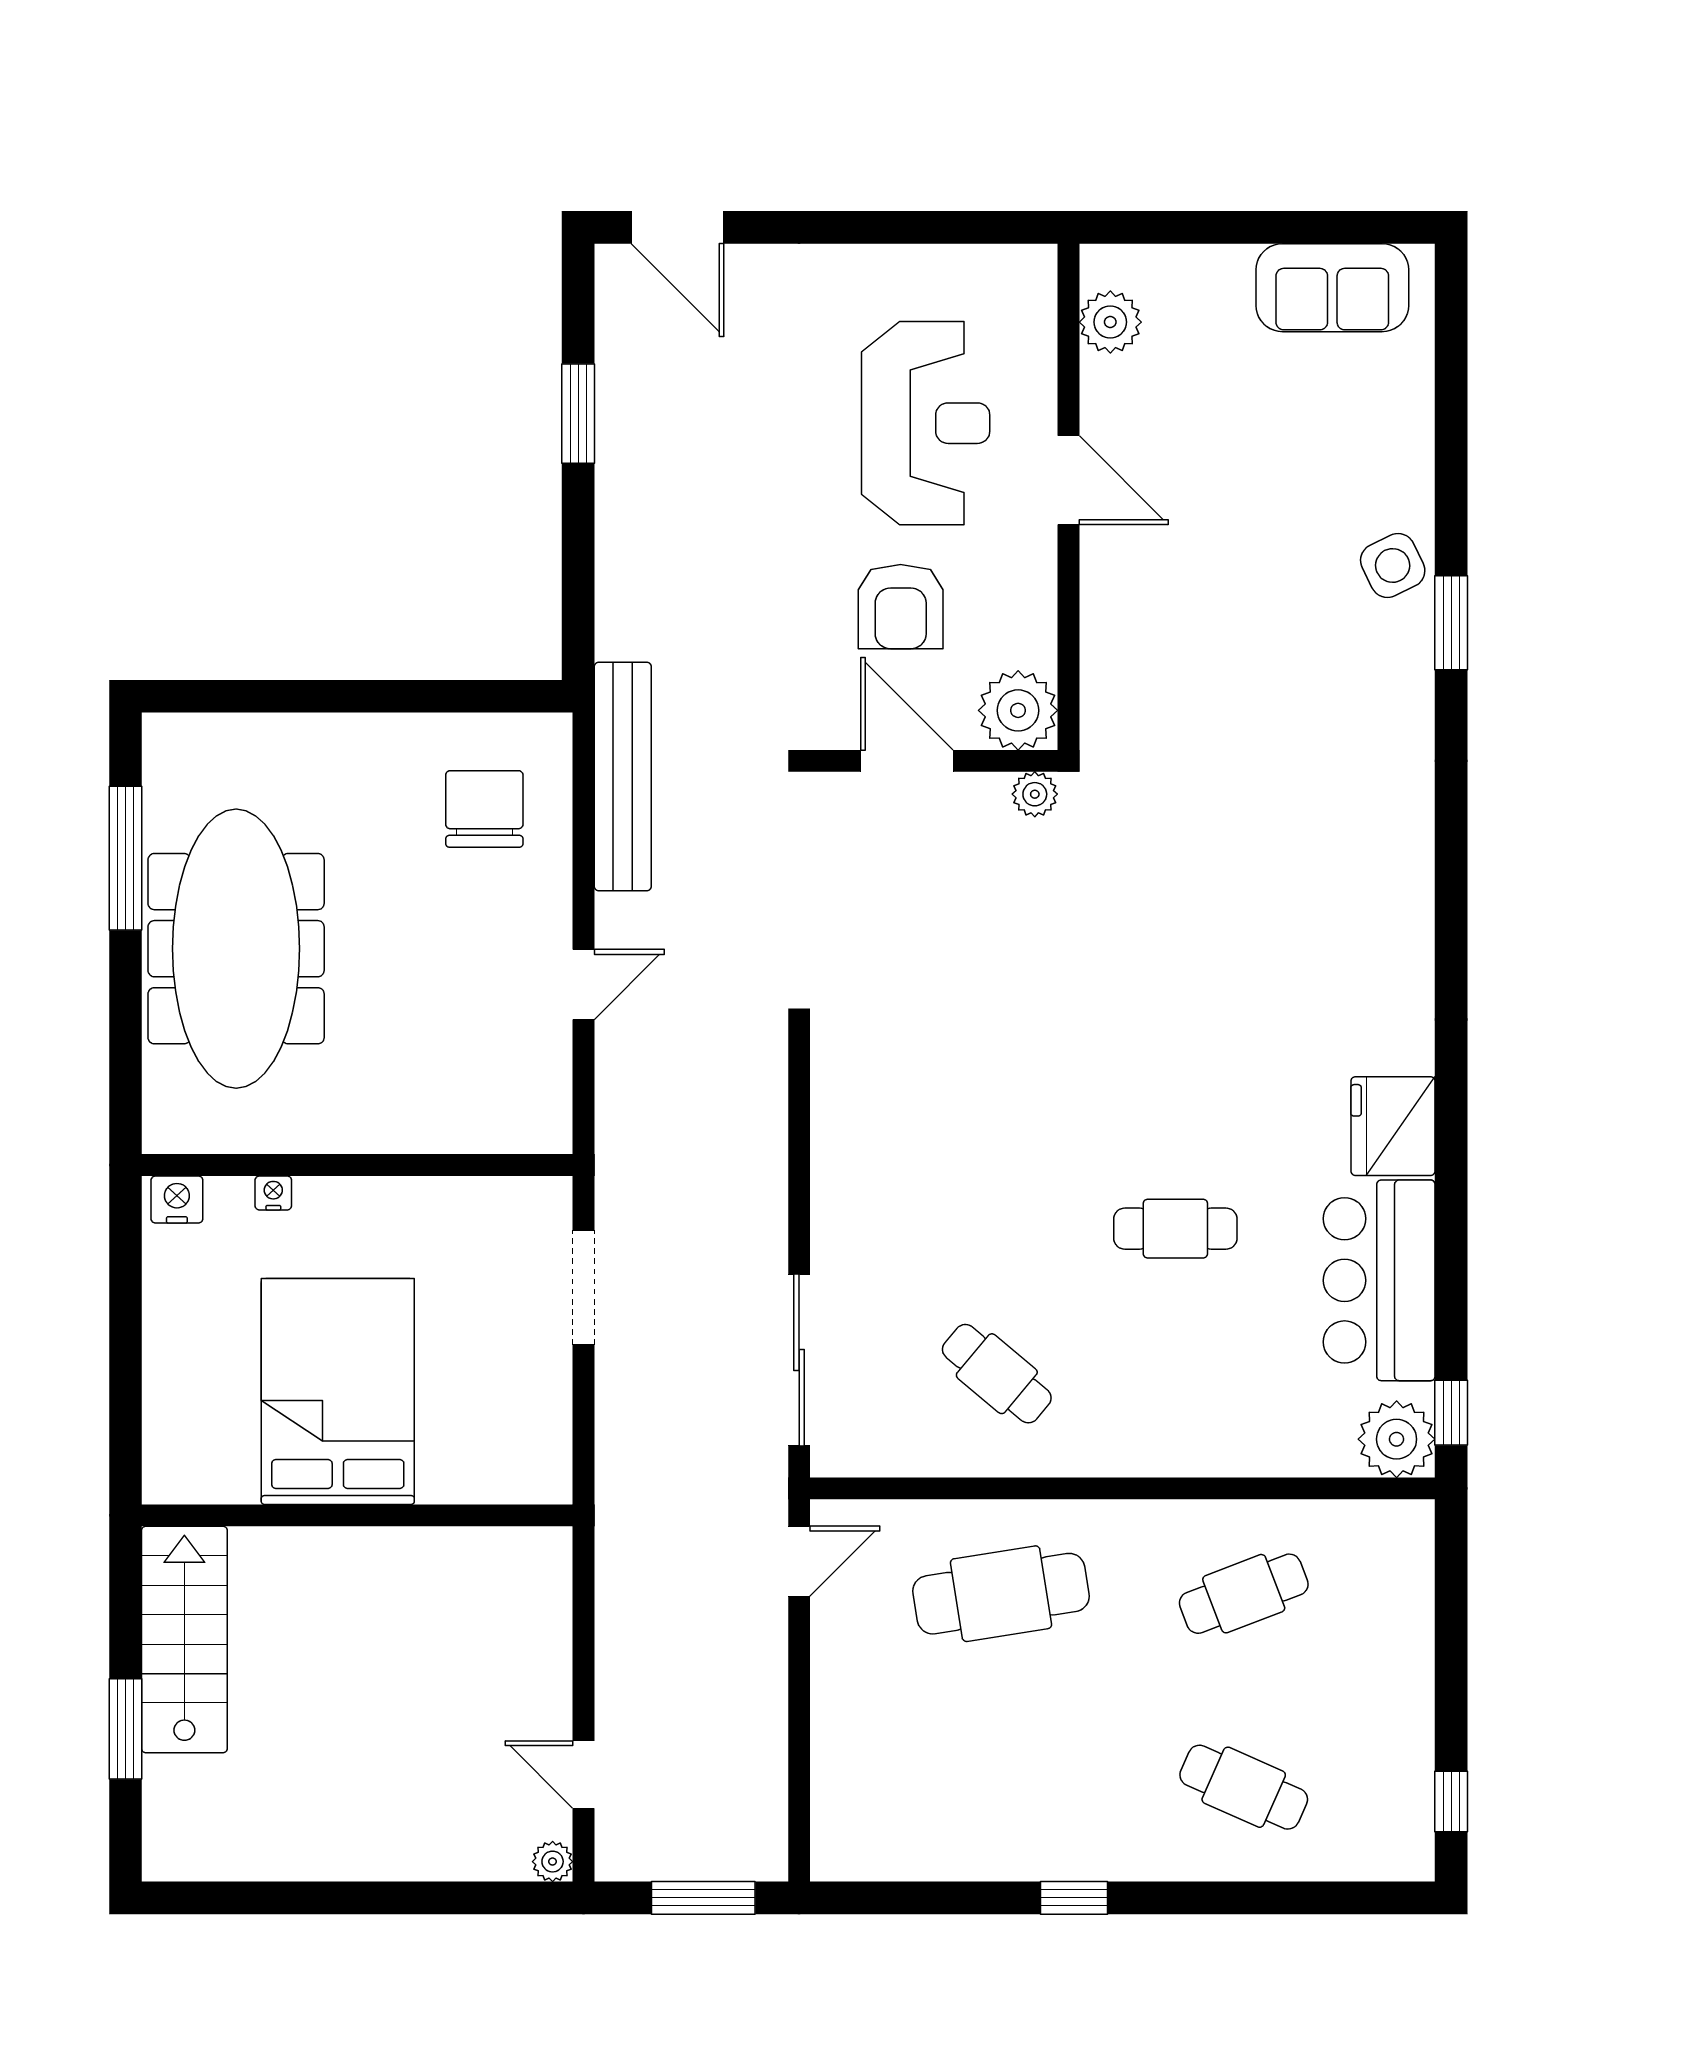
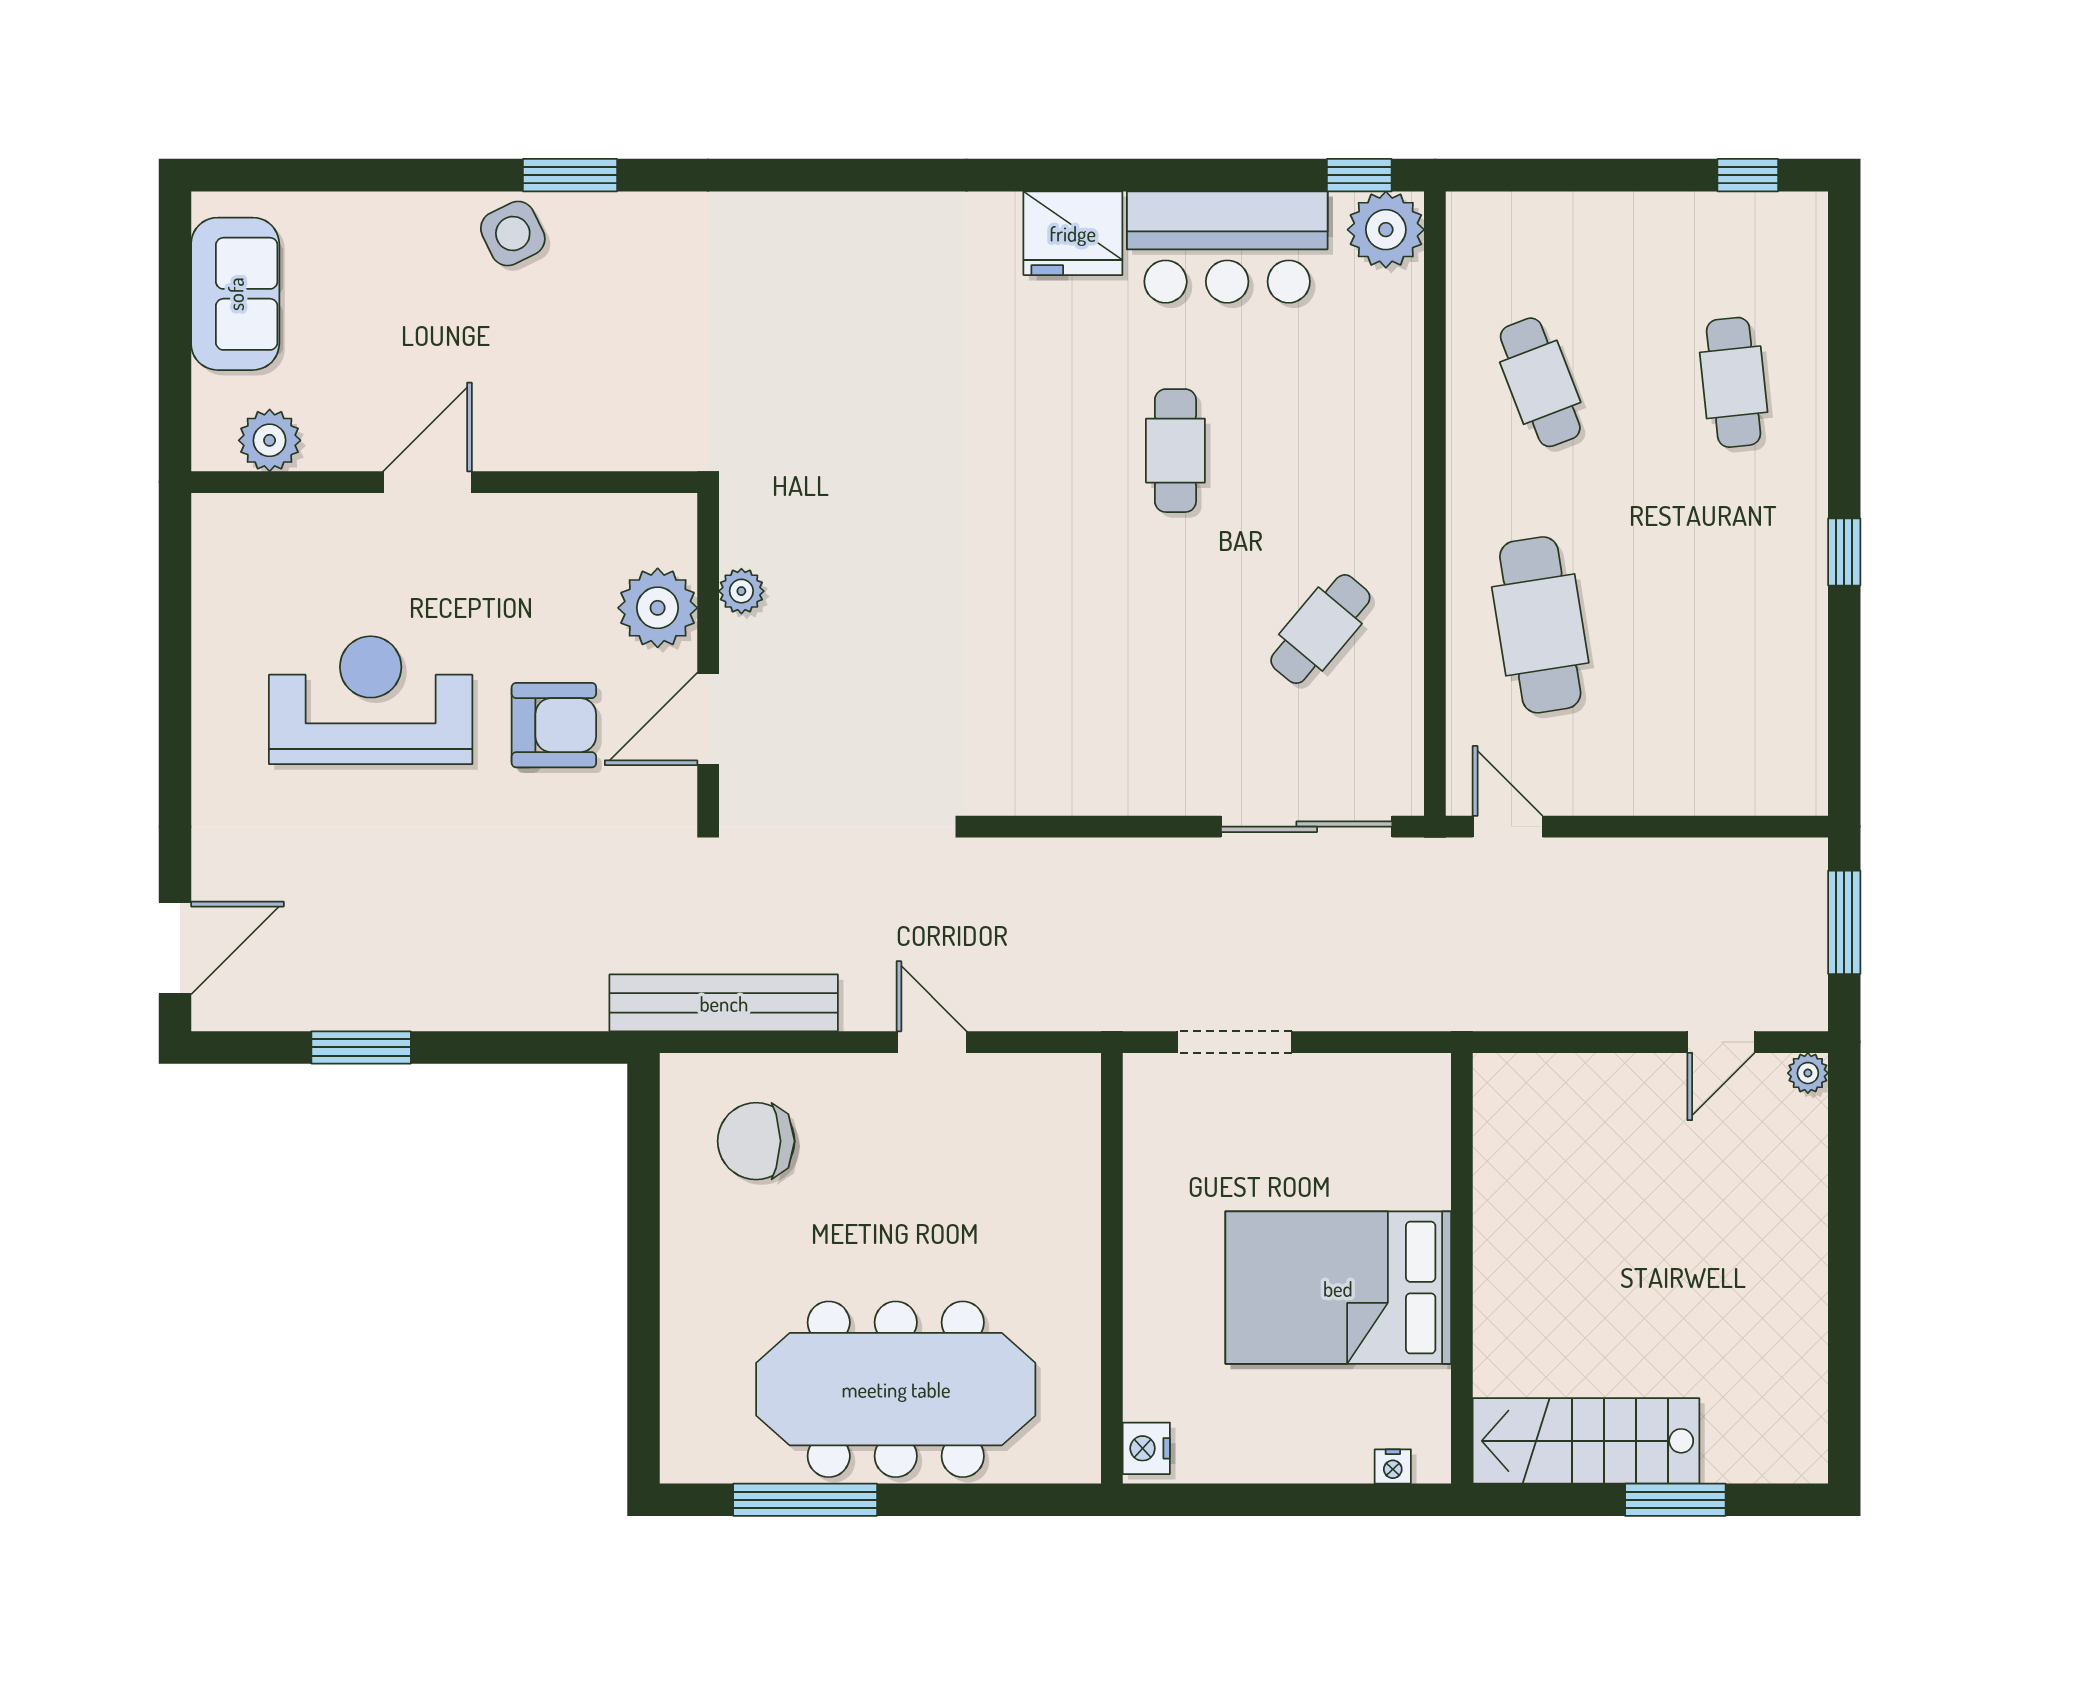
plant: (1110, 322) -> (270, 440), moved
door: (1068, 480) -> (427, 482), moved
wall: (1068, 497) -> (444, 482), moved
nightstand: (273, 1193) -> (1393, 1466), moved, turned -90
cafe table: (1244, 1787) -> (1734, 382), turned -30

